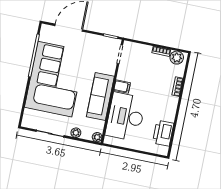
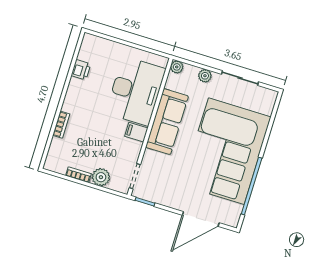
plant: (177, 58) -> (101, 177), moved
printer: (163, 133) -> (81, 70), width x0.53, depth x0.68

